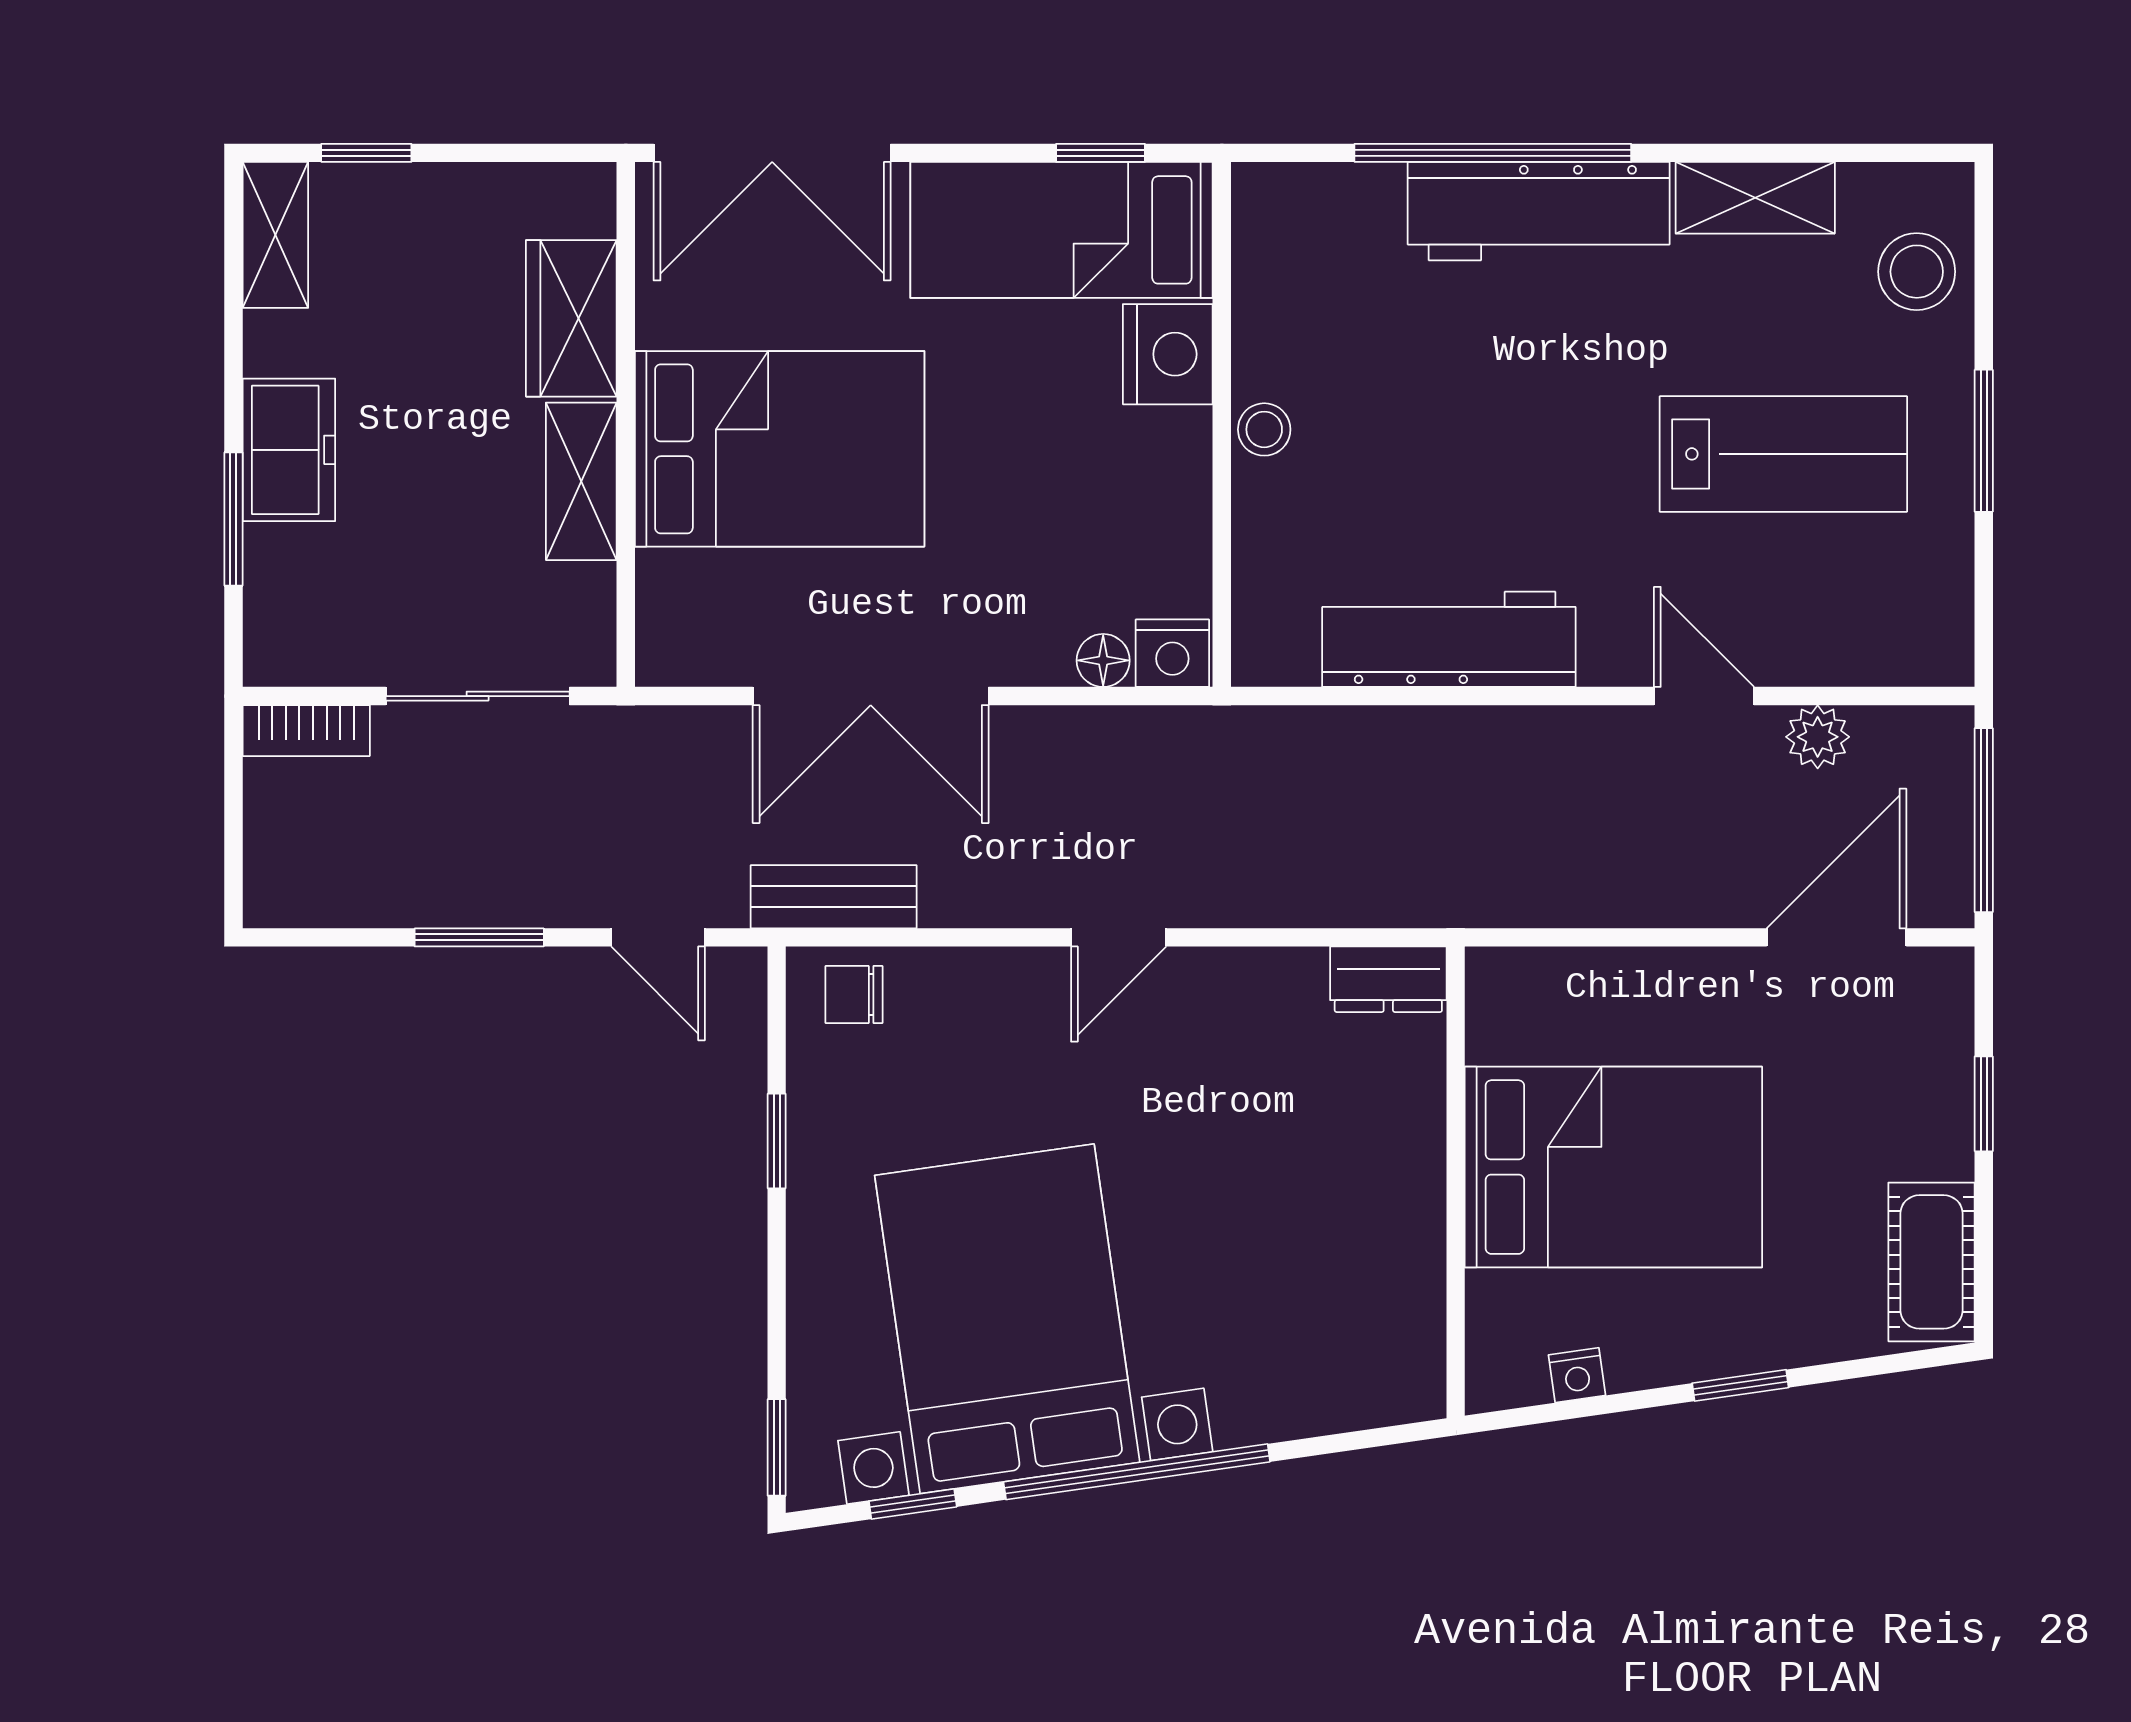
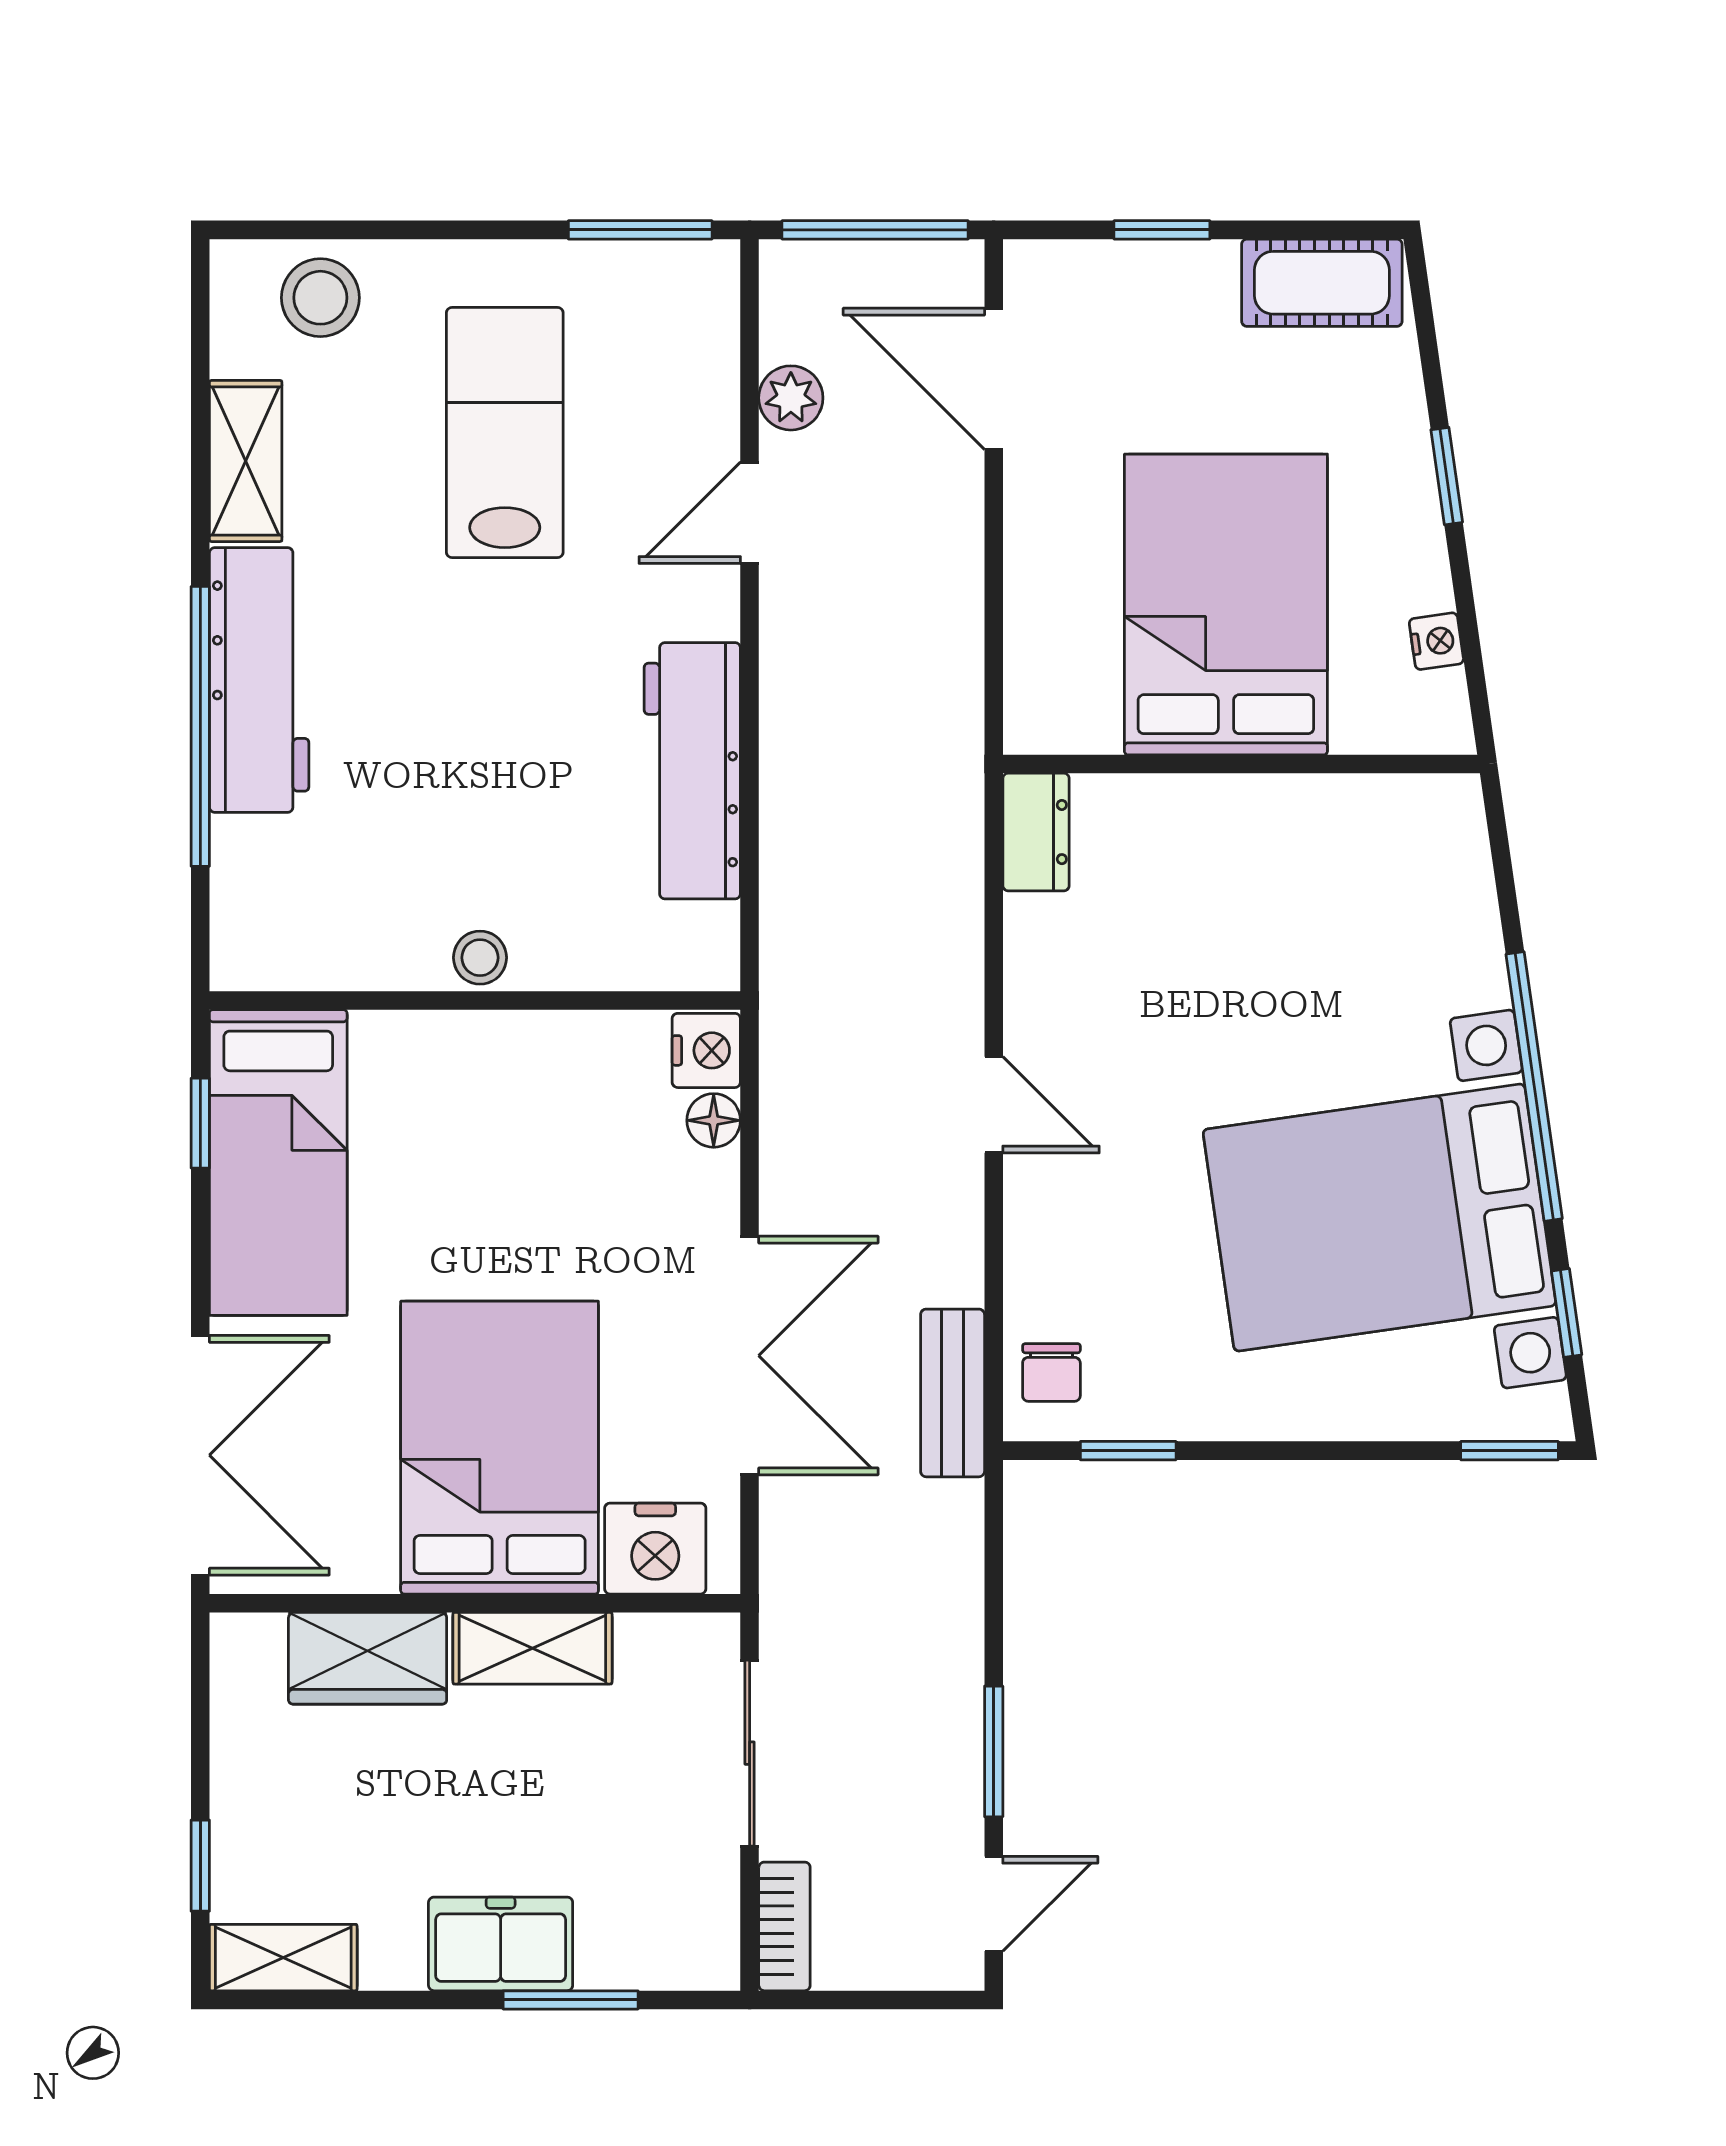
nightstand: (1168, 354) -> (655, 1549), moved, turned 180
window: (1984, 441) -> (640, 230), moved
door: (658, 937) -> (994, 1904), moved
window: (777, 1141) -> (1128, 1451), moved

